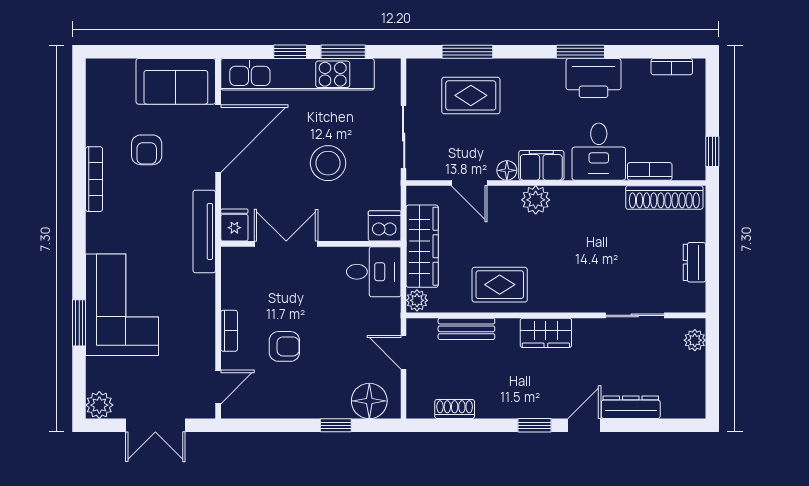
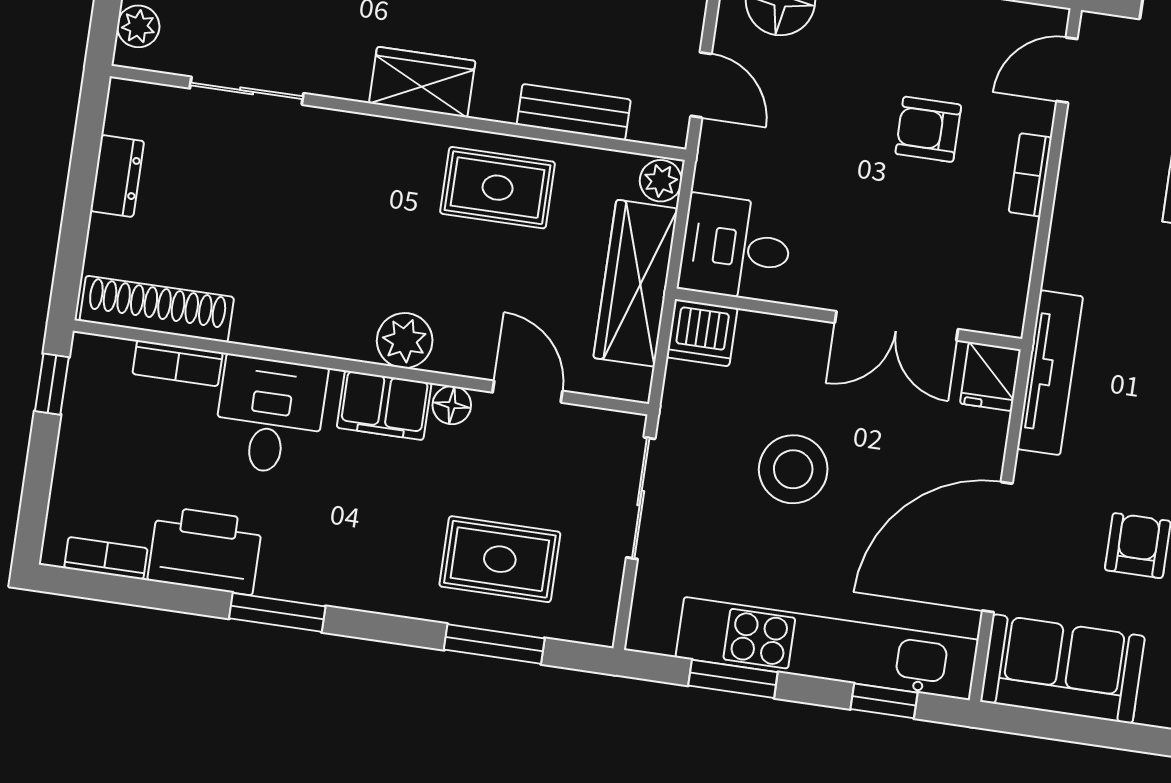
window: (290, 52) -> (884, 701), moved
printer: (593, 78) -> (205, 550), moved

